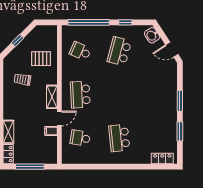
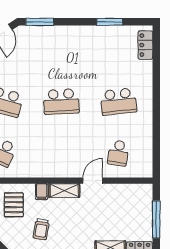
school desk: (80, 95) -> (61, 102), moved
window: (180, 101) -> (40, 22), moved
door: (59, 118) -> (93, 181), hinge flipped
filing cabinet: (51, 131) -> (42, 192), moved

